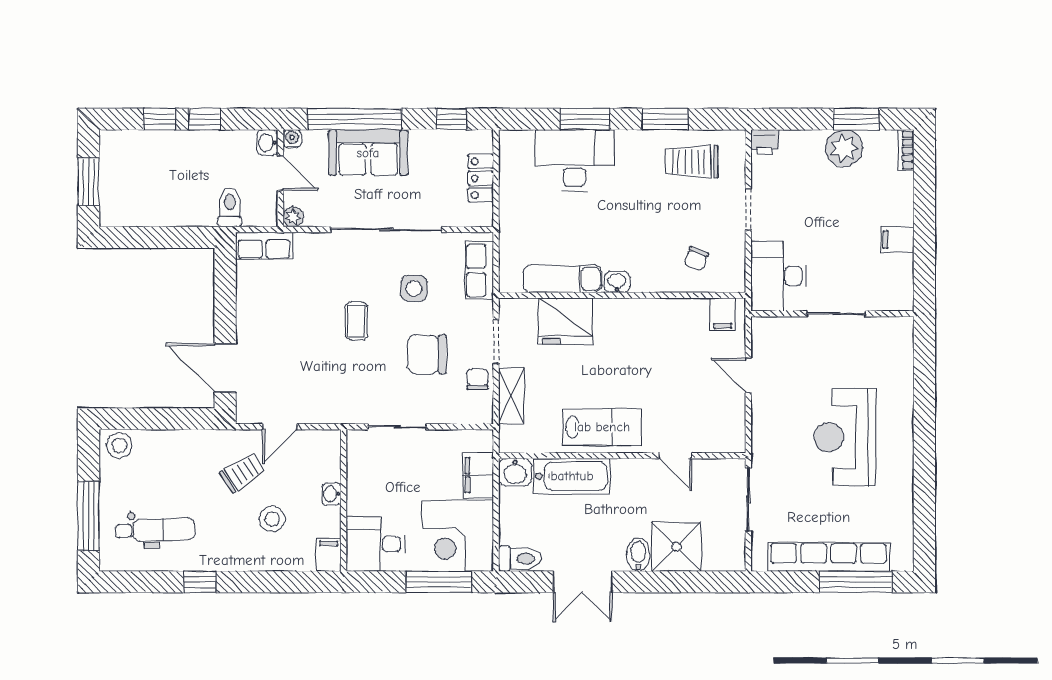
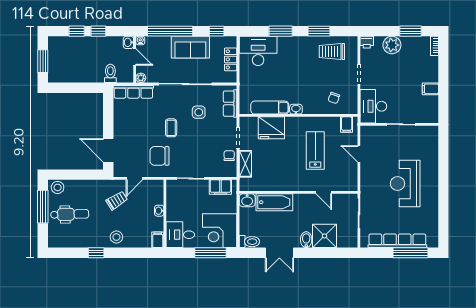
plant: (844, 148) -> (392, 45), moved
sofa: (368, 153) -> (190, 47), moved
desk: (575, 161) -> (258, 51), moved
row of seats: (264, 246) -> (133, 92), width x1.48
chair: (427, 354) -> (159, 156), moved
lab bench: (602, 427) -> (315, 150), moved, turned -90
filing cabinet: (478, 475) -> (220, 187), moved, turned -90
window: (89, 516) -> (43, 207), moved
stool: (272, 519) -> (116, 237), moved
dental chair: (155, 530) -> (70, 214), moved

